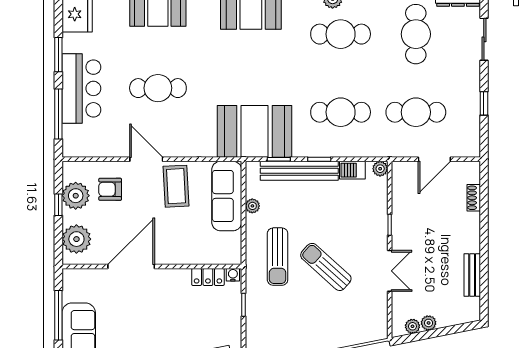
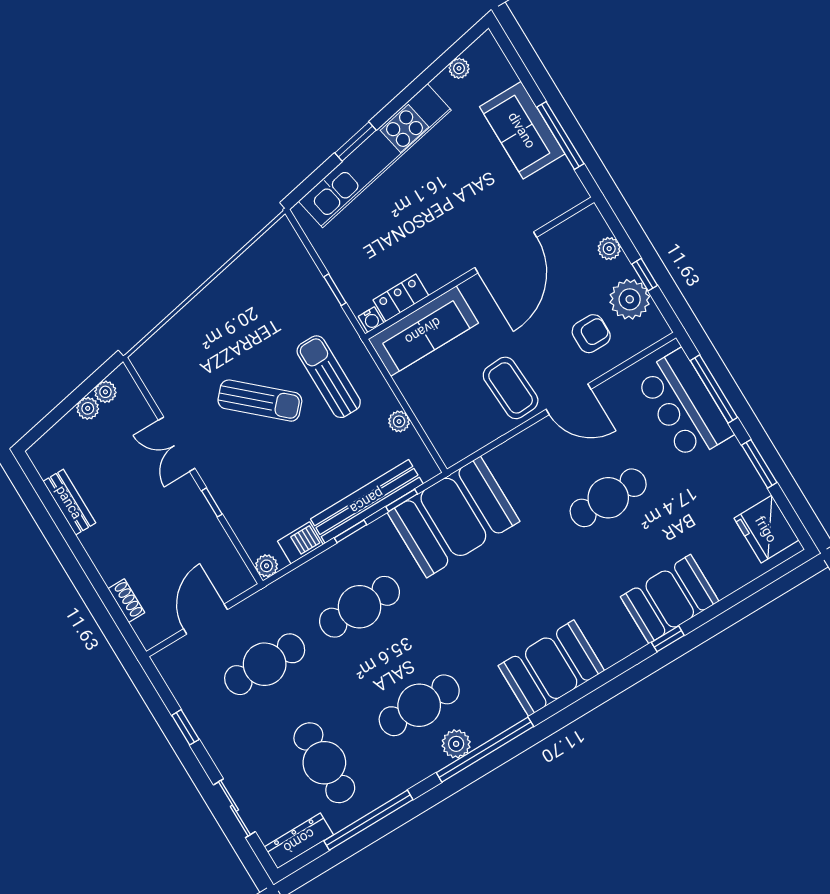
bar counter: (81, 88) -> (684, 405), moved
sofa: (227, 196) -> (423, 331), moved, turned 90
plant: (76, 239) -> (609, 249), width x0.53, depth x0.53

